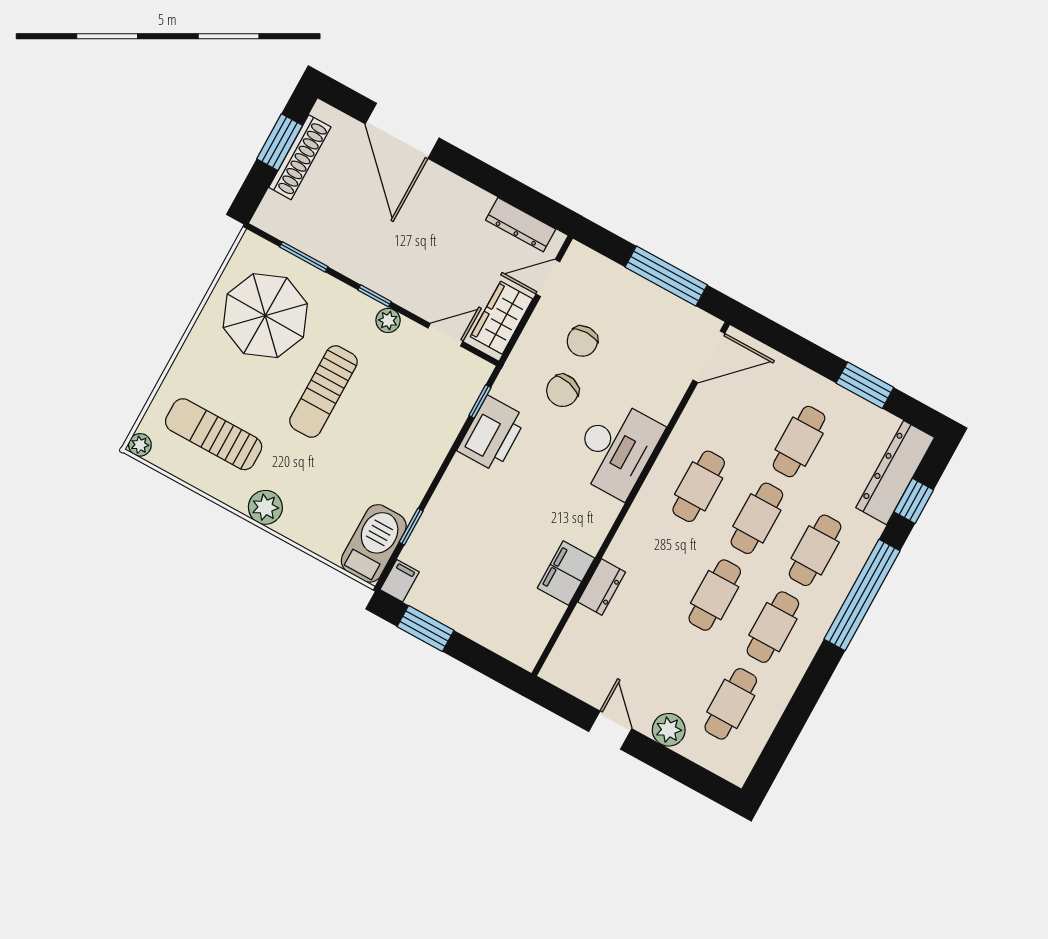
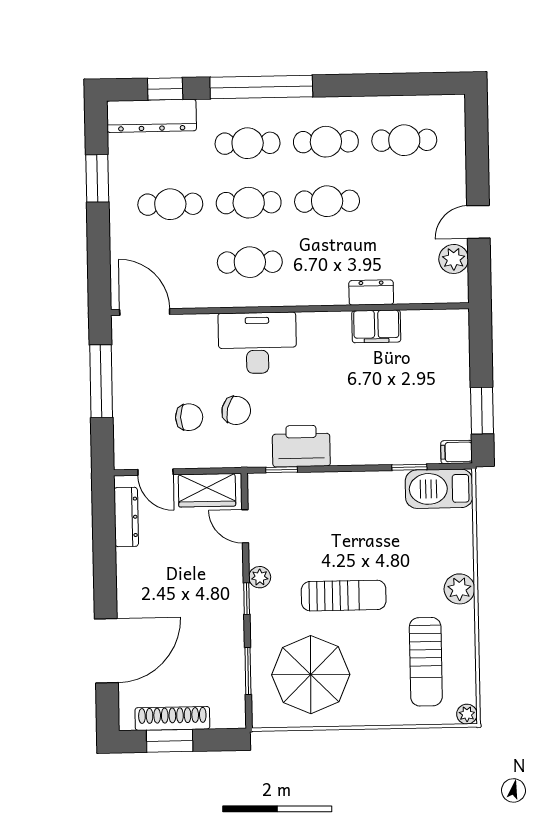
plant: (669, 730) -> (454, 259), moved

